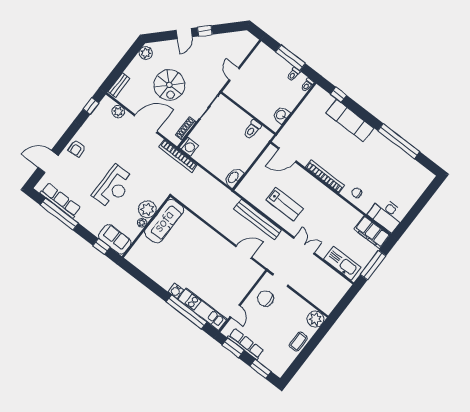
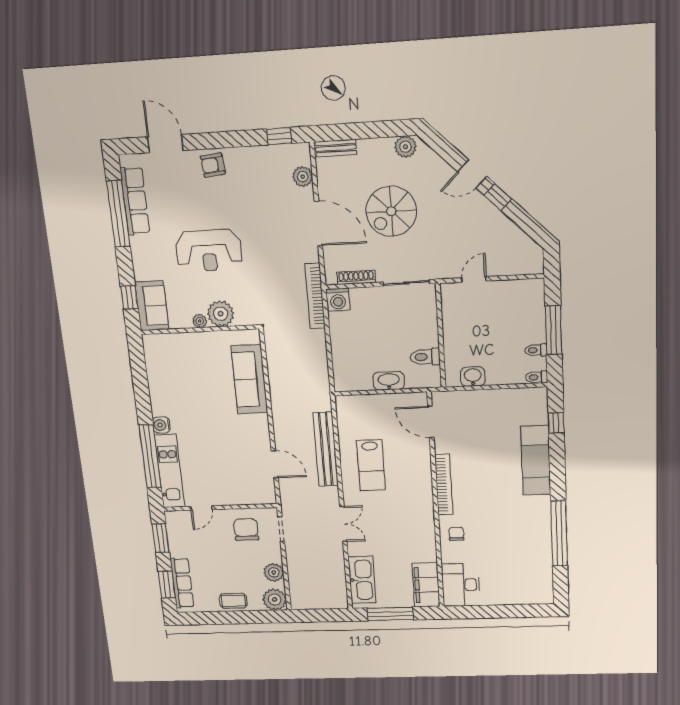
washbasin: (234, 178) -> (389, 381), moved
sofa: (164, 221) -> (249, 379), moved, turned 90
plant: (300, 306) -> (274, 572), added
row of seats: (246, 344) -> (182, 583), moved

